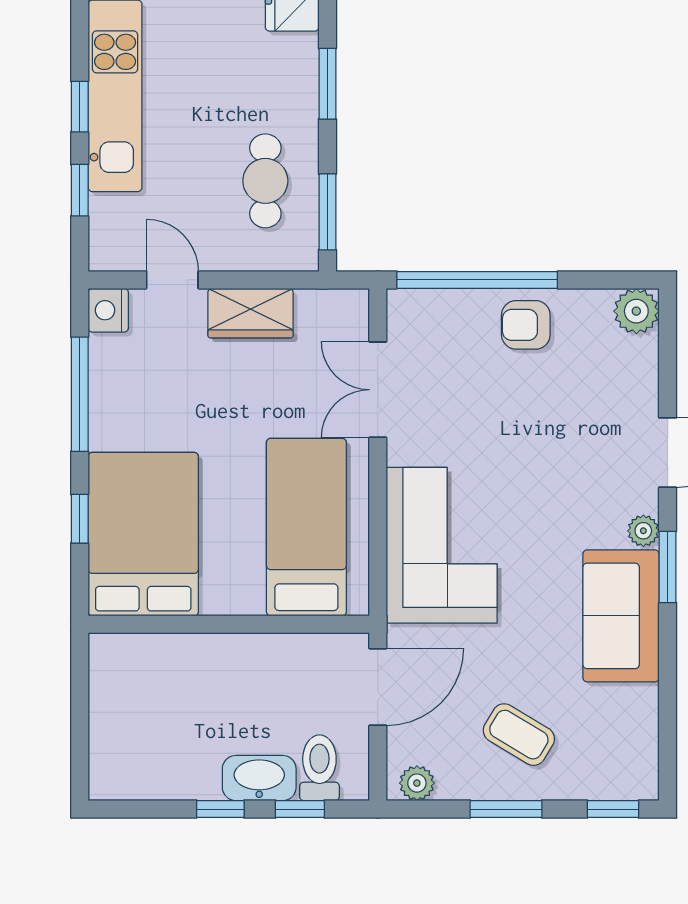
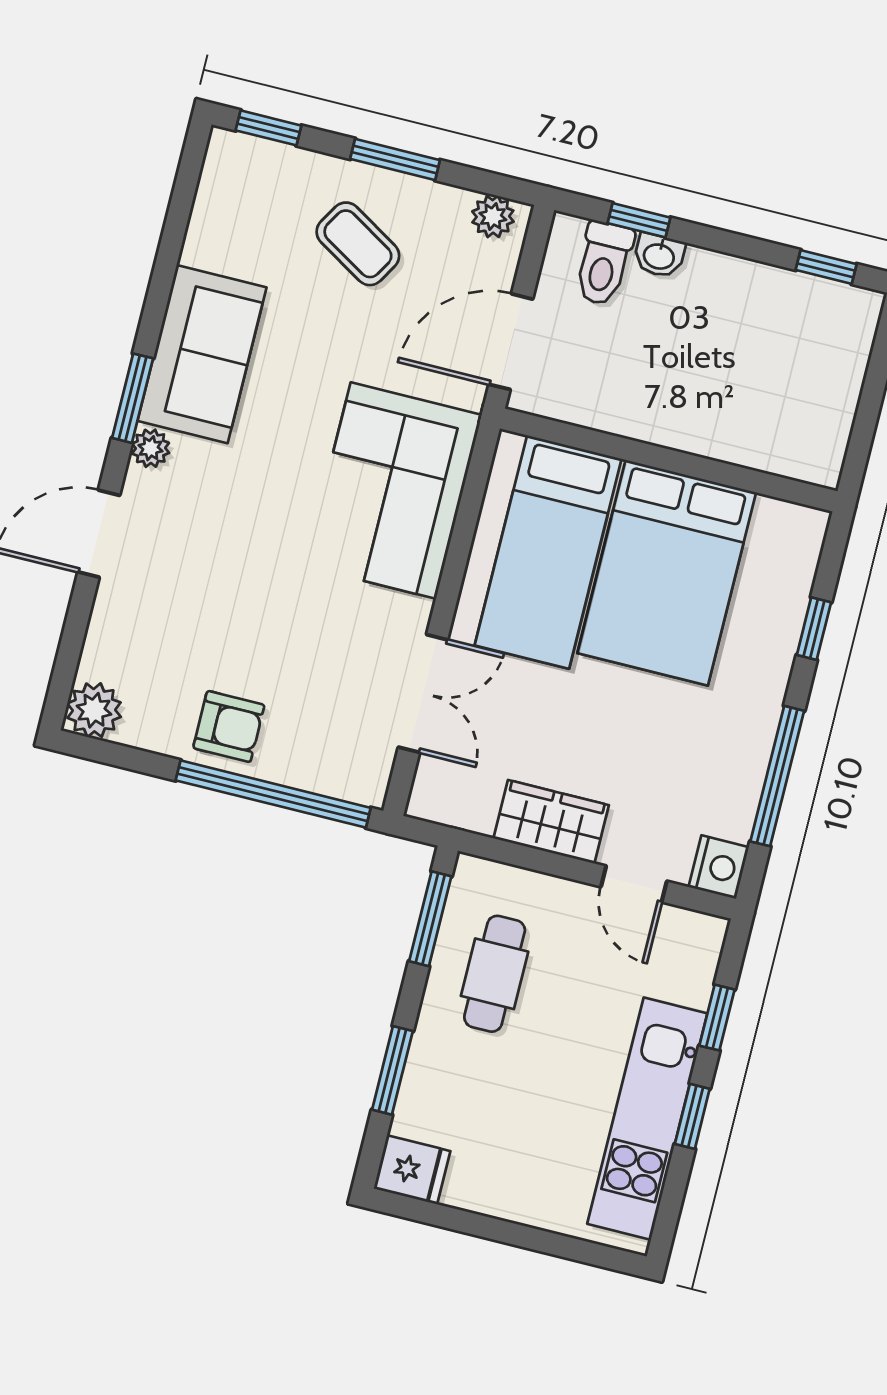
bed: (143, 534) -> (667, 573), moved
washbasin: (259, 778) -> (659, 255), width x0.52, depth x0.69
window: (220, 809) -> (826, 267), moved

